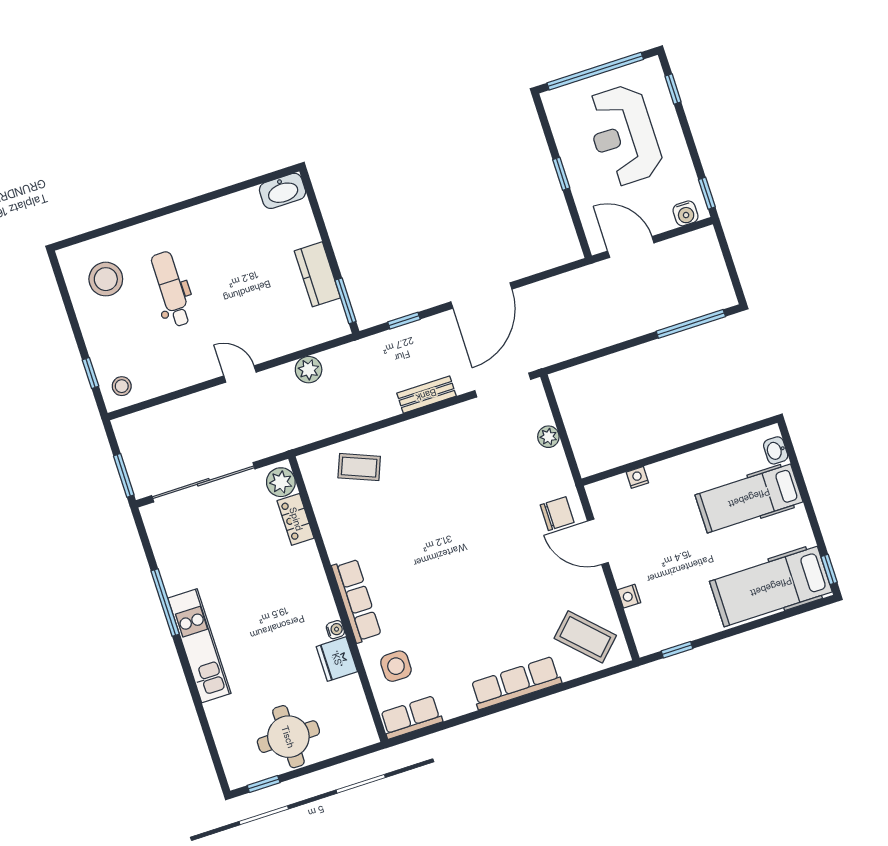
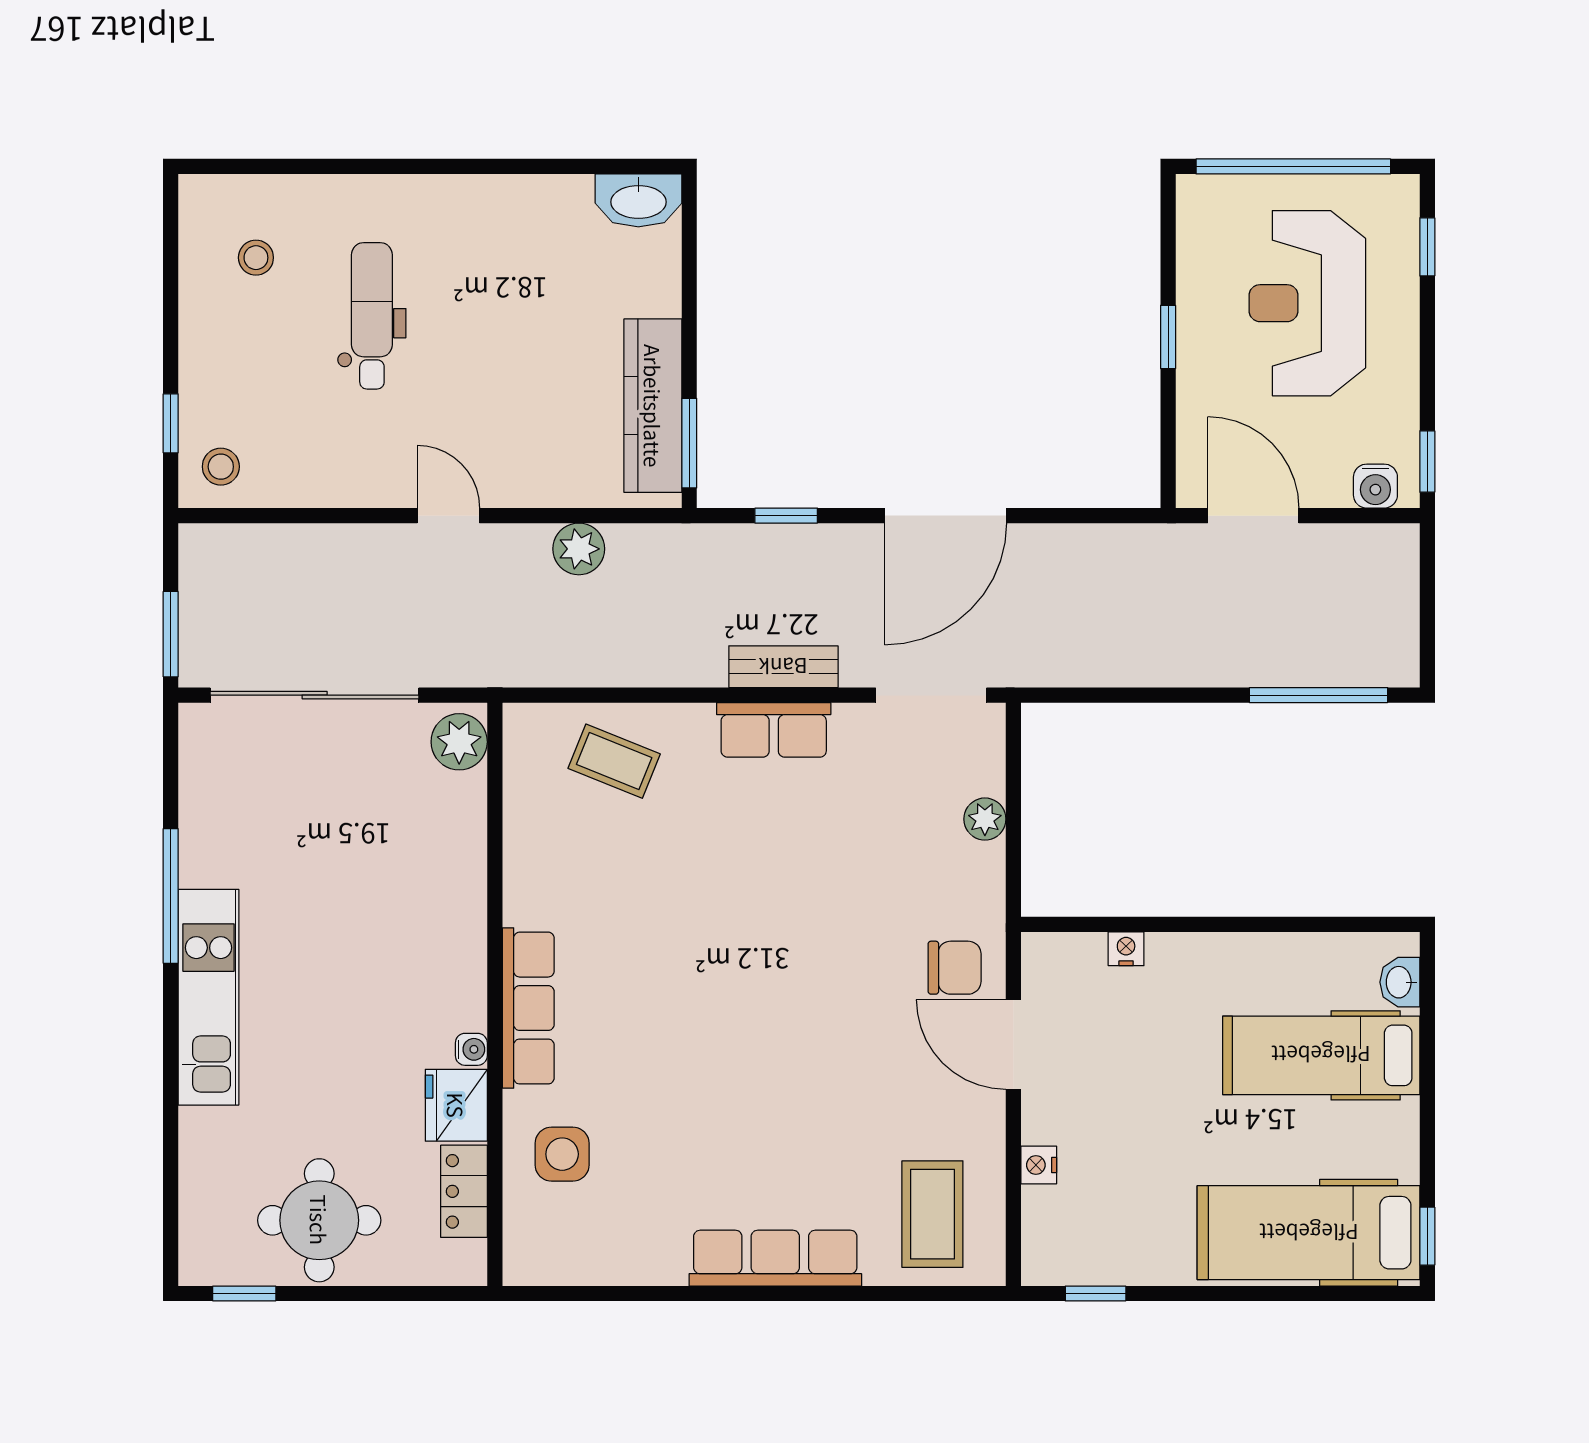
kitchen counter: (317, 274) -> (653, 406), width x1.50
stool: (106, 279) -> (256, 258), width x0.53, depth x0.53
locker: (296, 519) -> (464, 1191), moved
coffee table: (585, 637) -> (932, 1214), turned 45
row of seats: (411, 717) -> (774, 730), moved, turned 180

